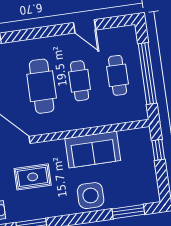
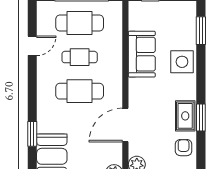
cafe table: (118, 75) -> (80, 23), width x1.37, depth x1.35
rug: (33, 177) -> (185, 116), moved

